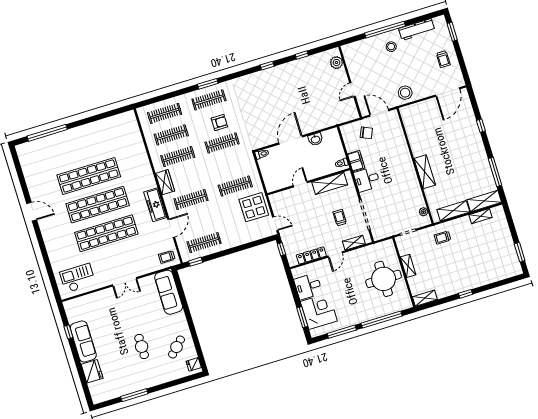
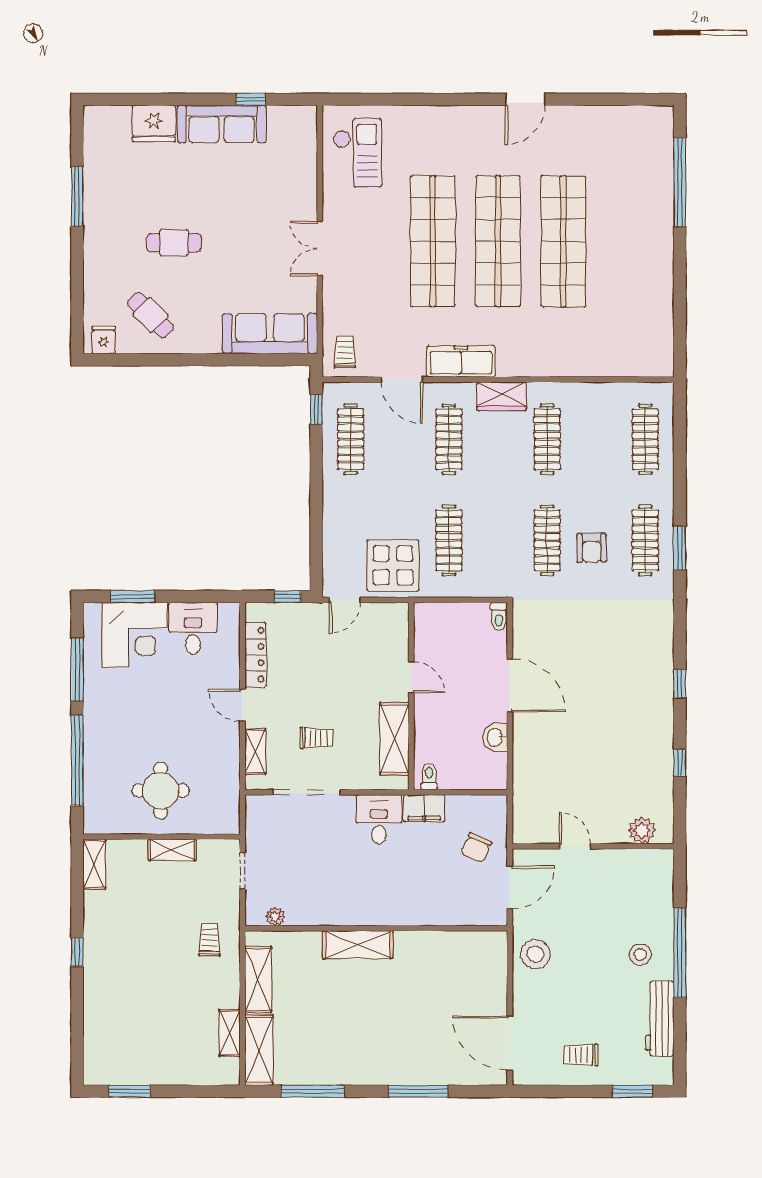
window: (481, 126) -> (418, 1091), width x2.17
clothes rail: (171, 135) -> (596, 439), removed
round table: (384, 279) -> (161, 791), width x0.73, depth x0.73

